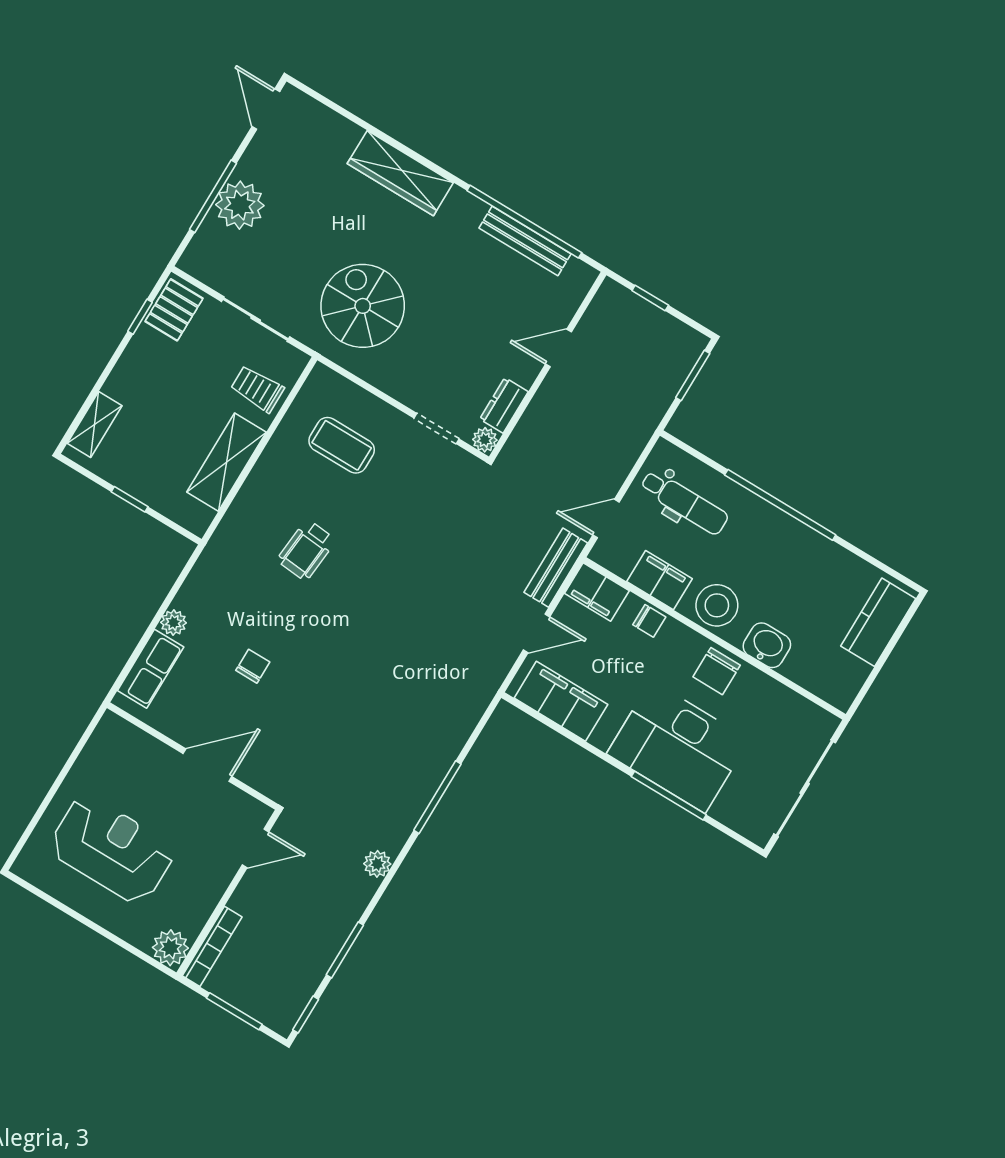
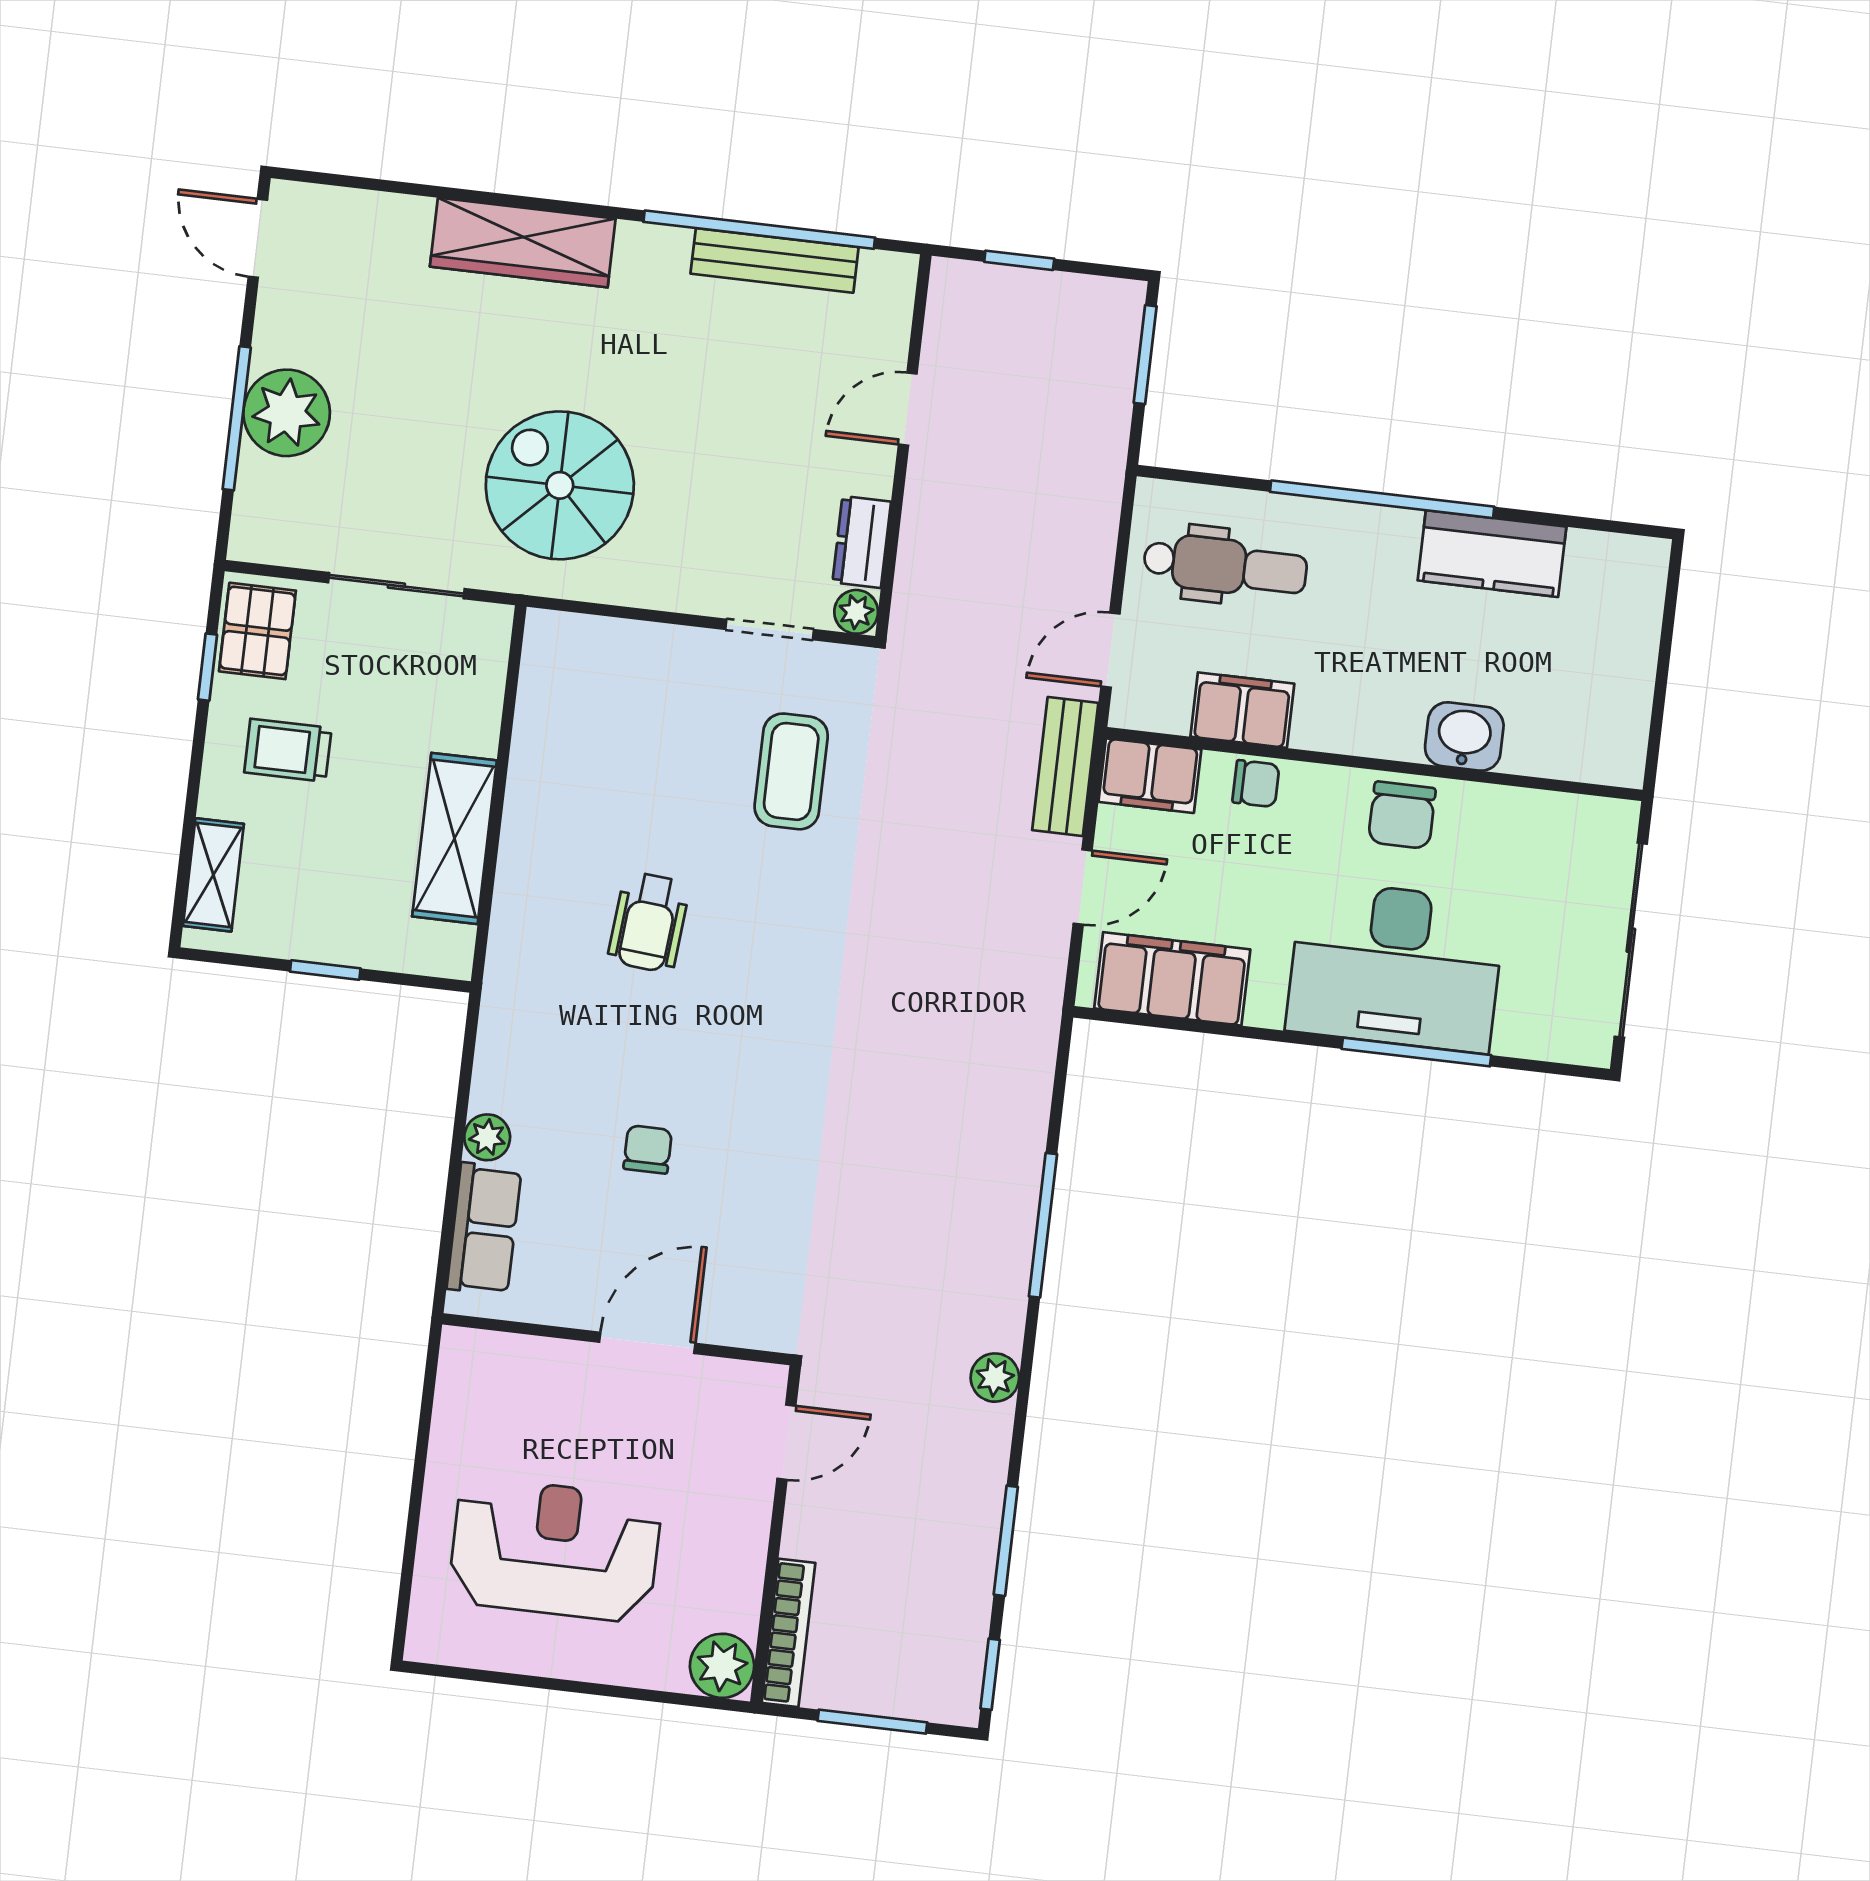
trolley: (257, 389) -> (288, 750), moved
coffee table: (342, 445) -> (791, 771), moved, turned 90
stool: (717, 605) -> (1354, 709), removed
kitchen counter: (878, 622) -> (1492, 554), moved, turned -90

